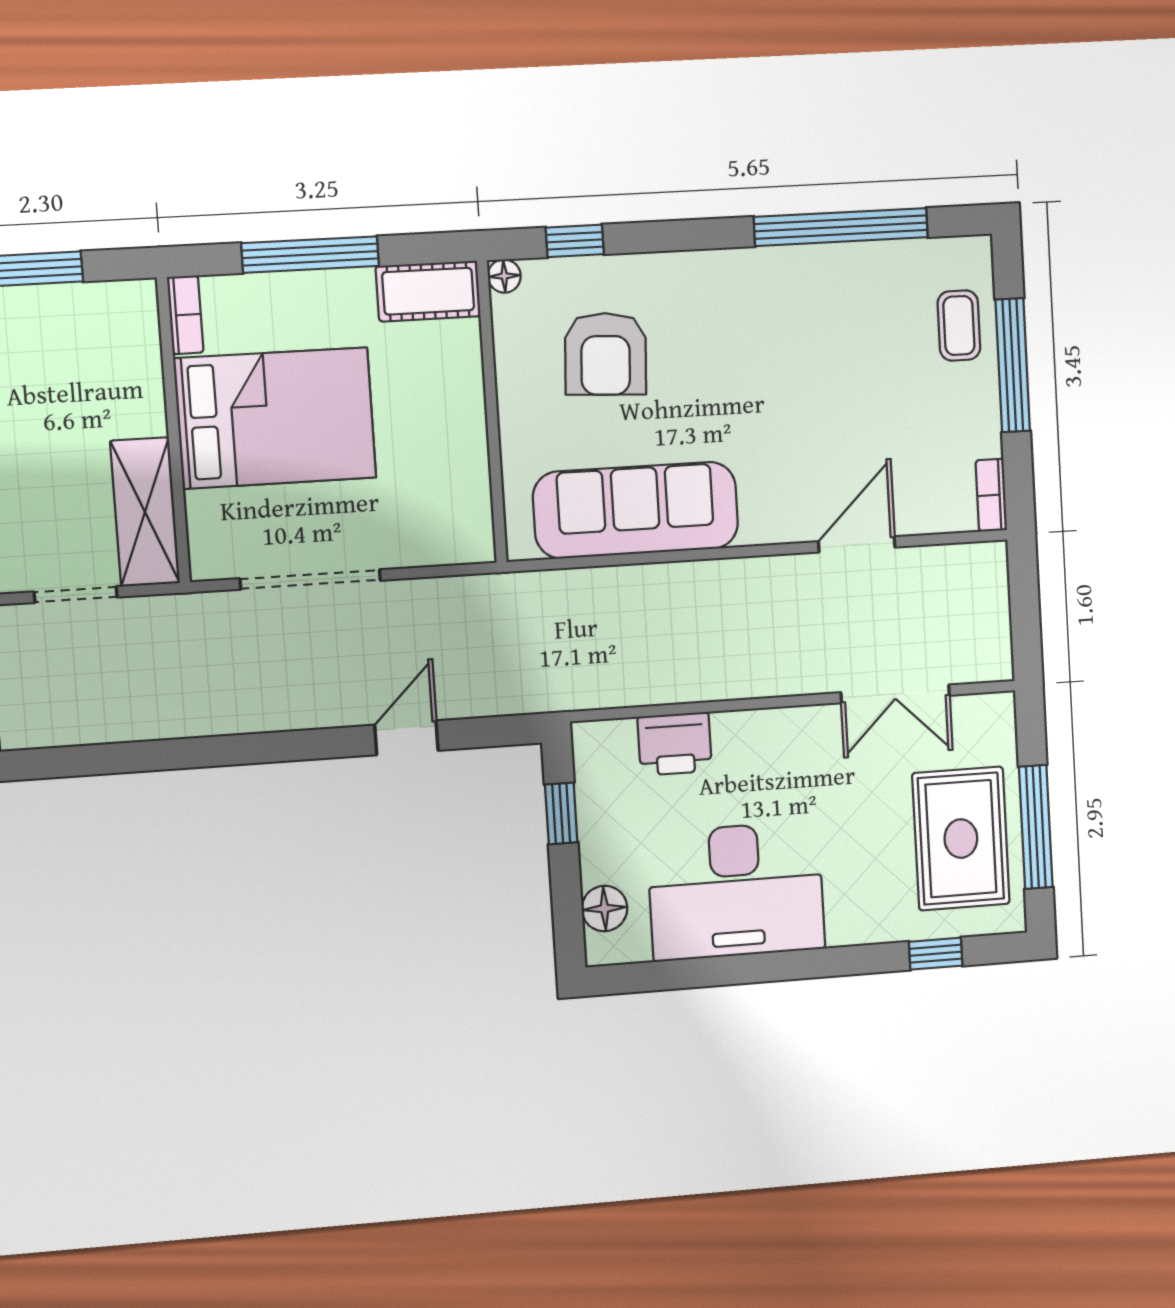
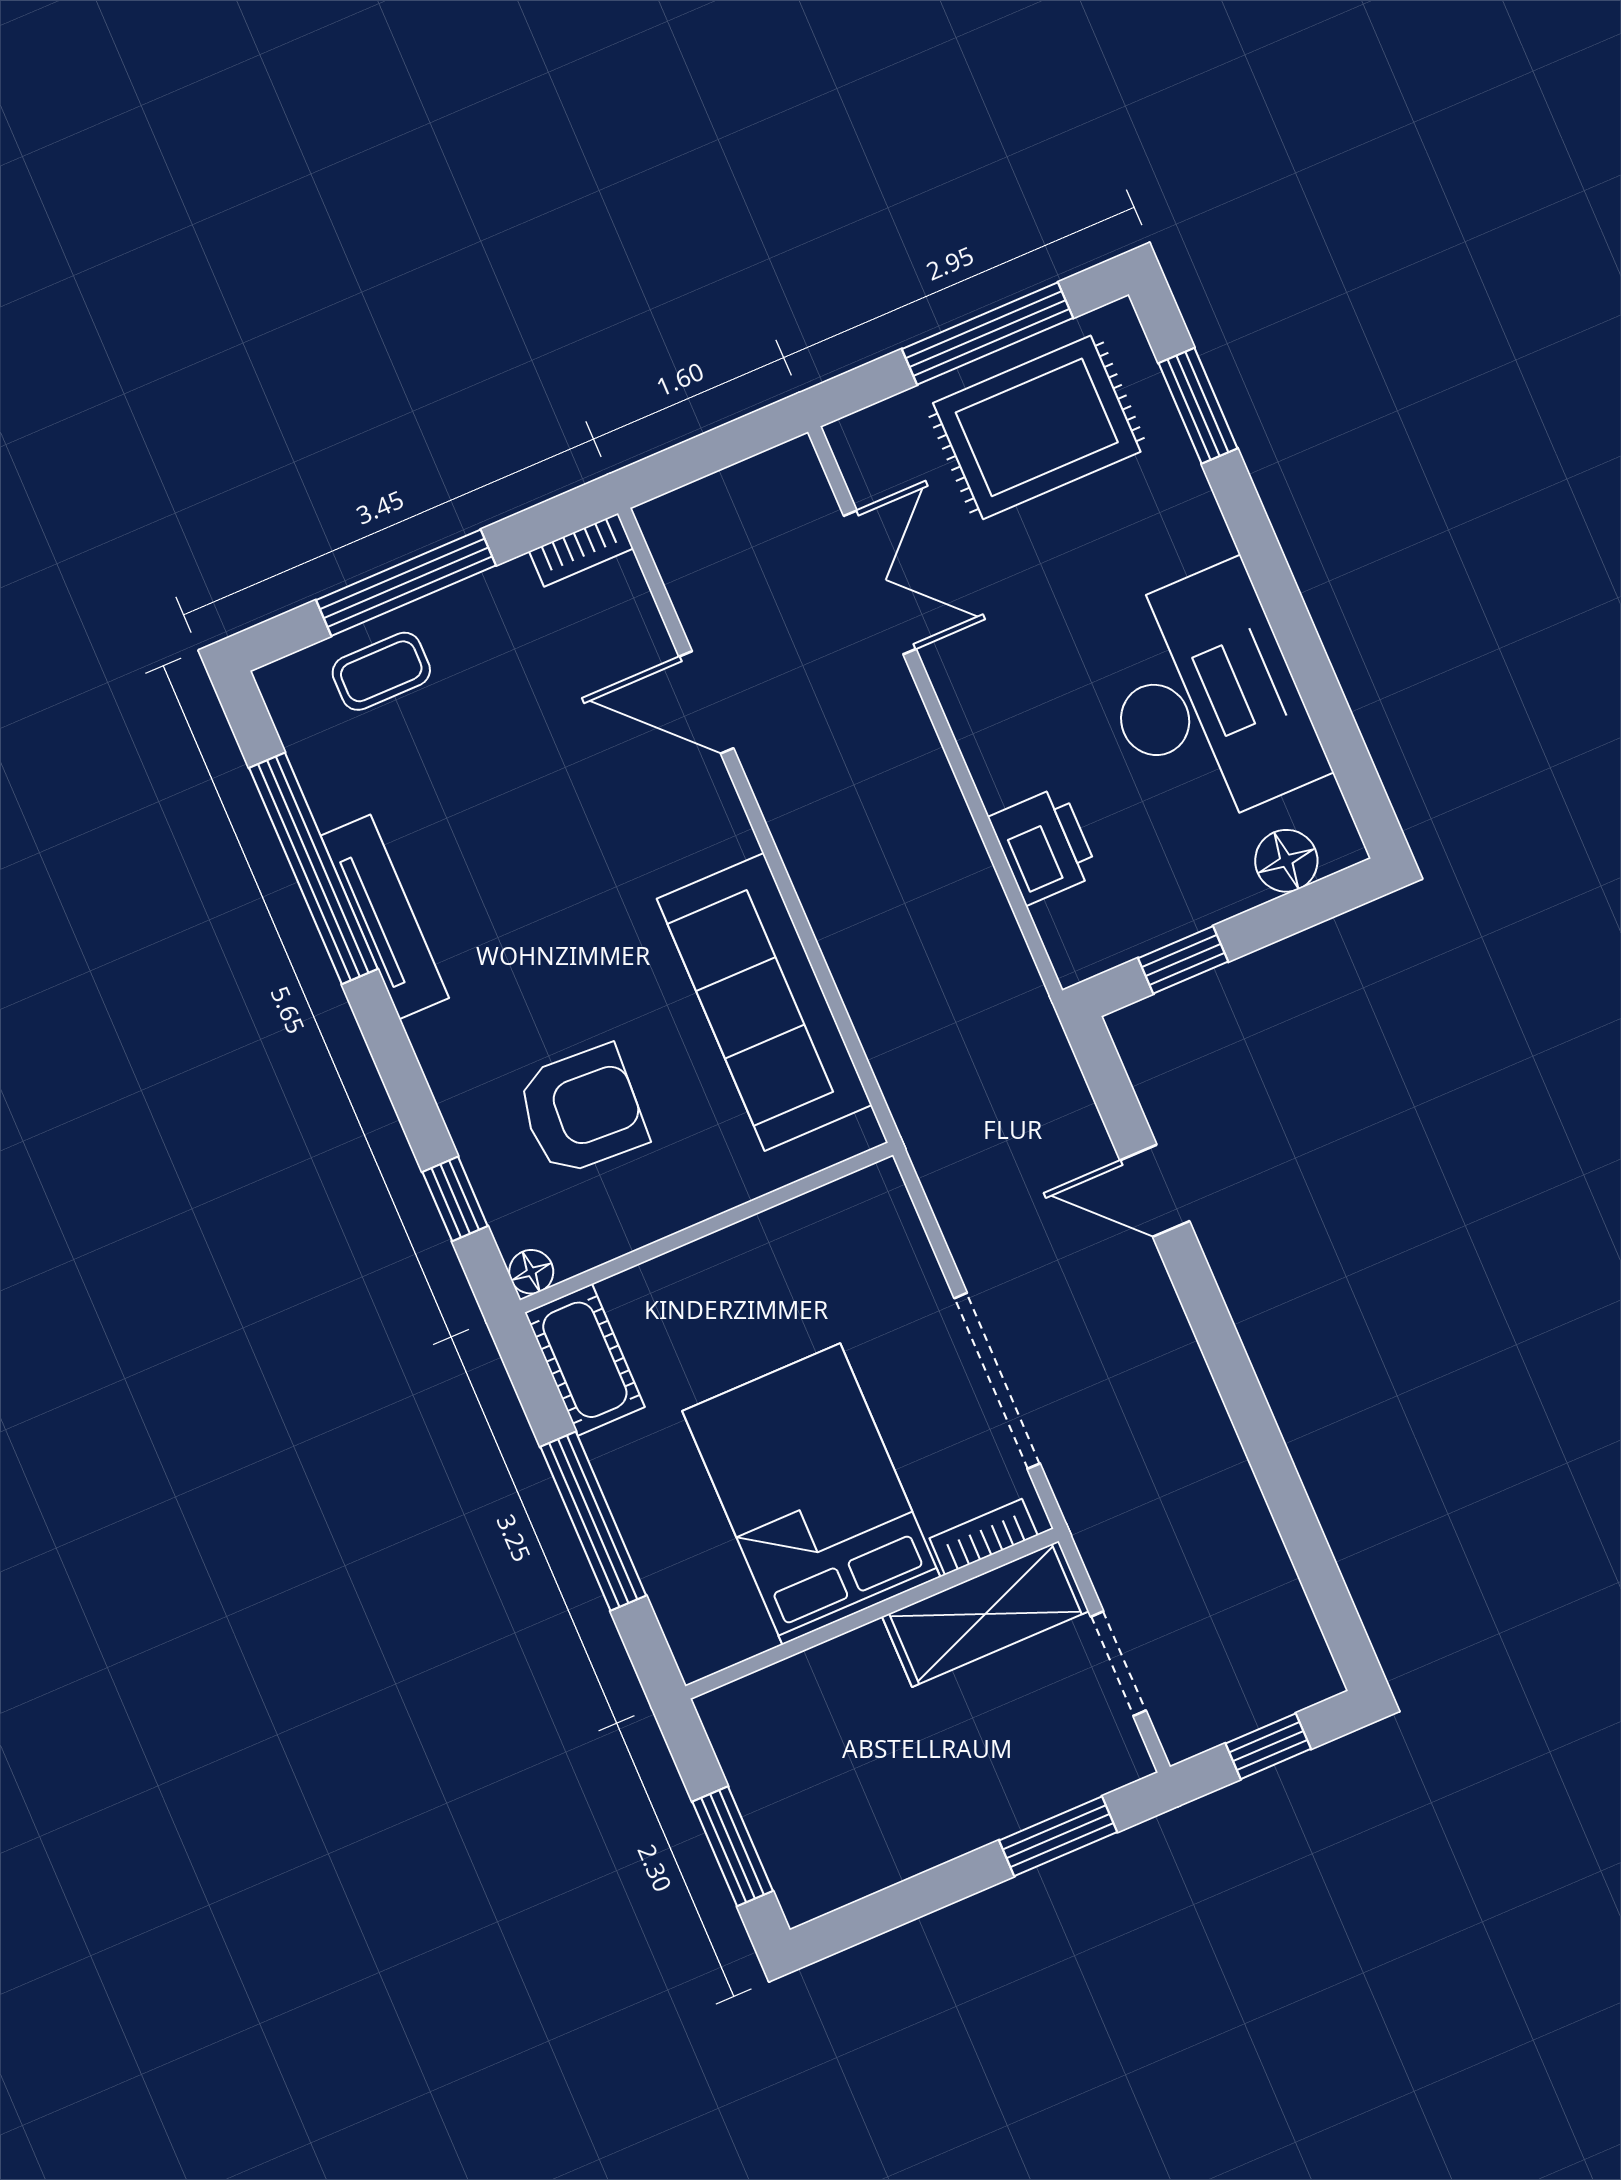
tv unit: (790, 265) -> (385, 917), added
bookcase: (185, 315) -> (984, 1537), moved
window: (936, 954) -> (1198, 406), width x1.50

